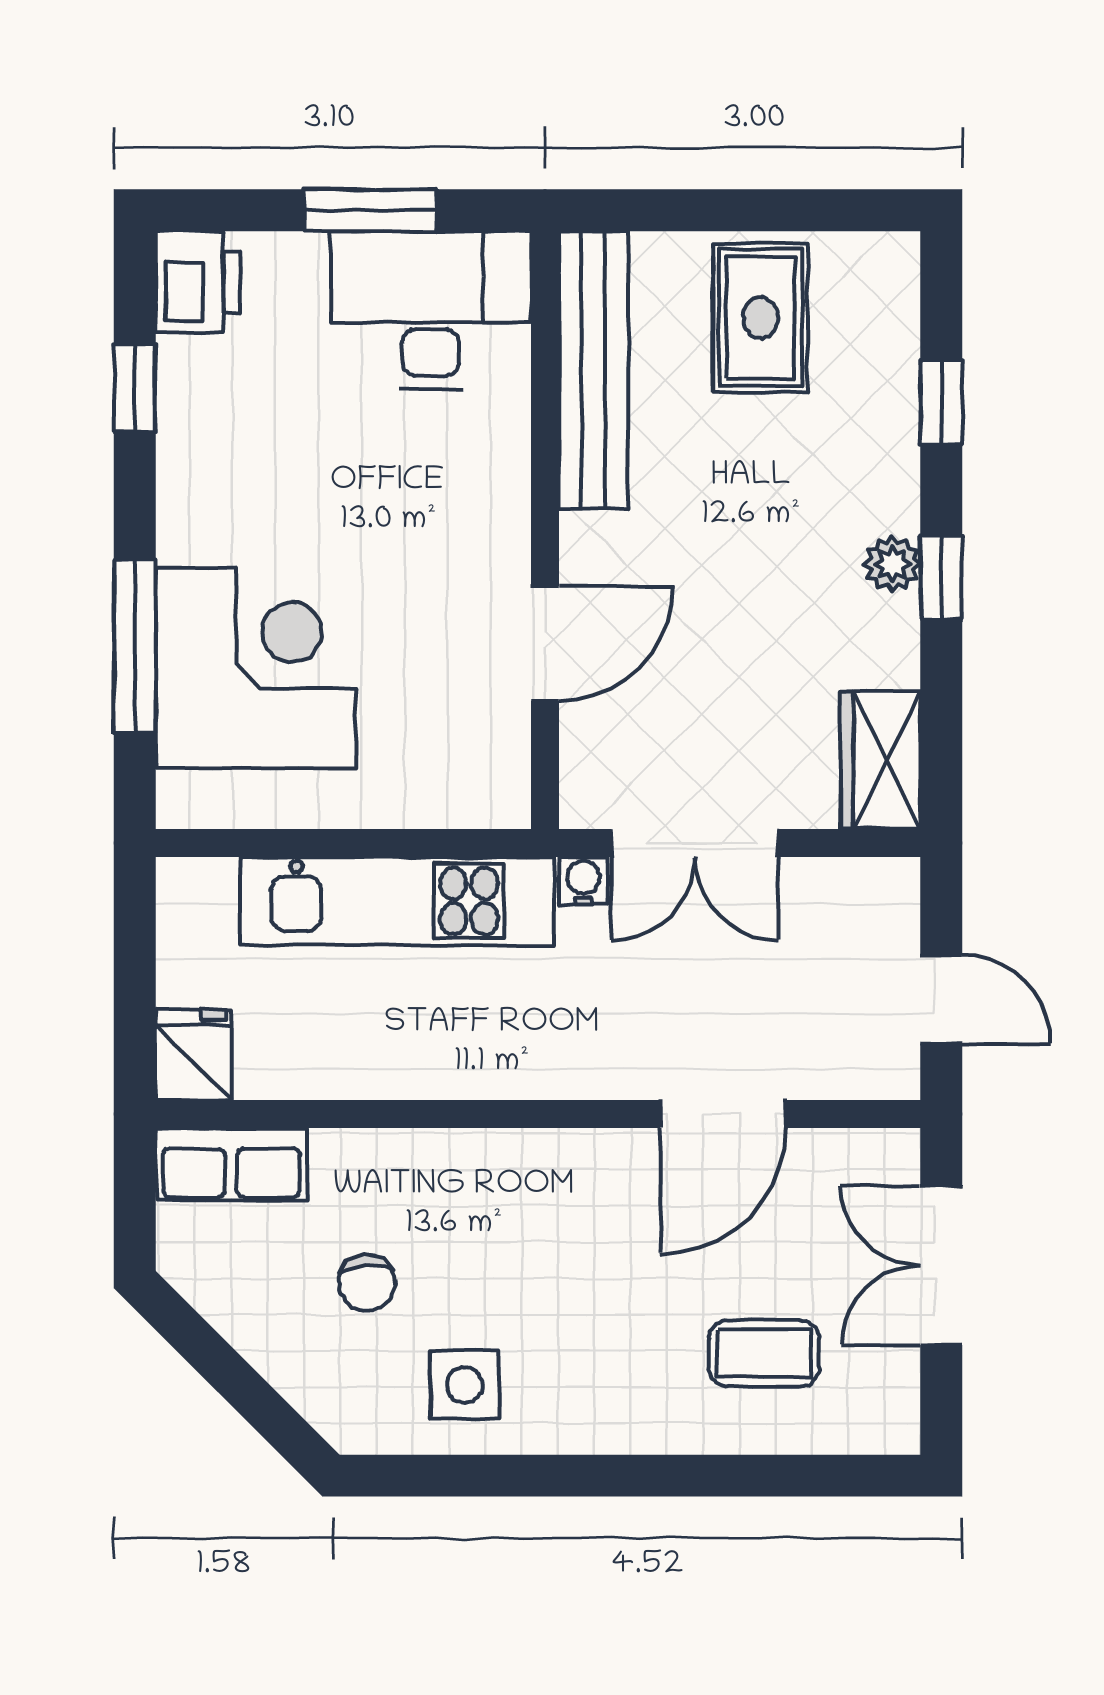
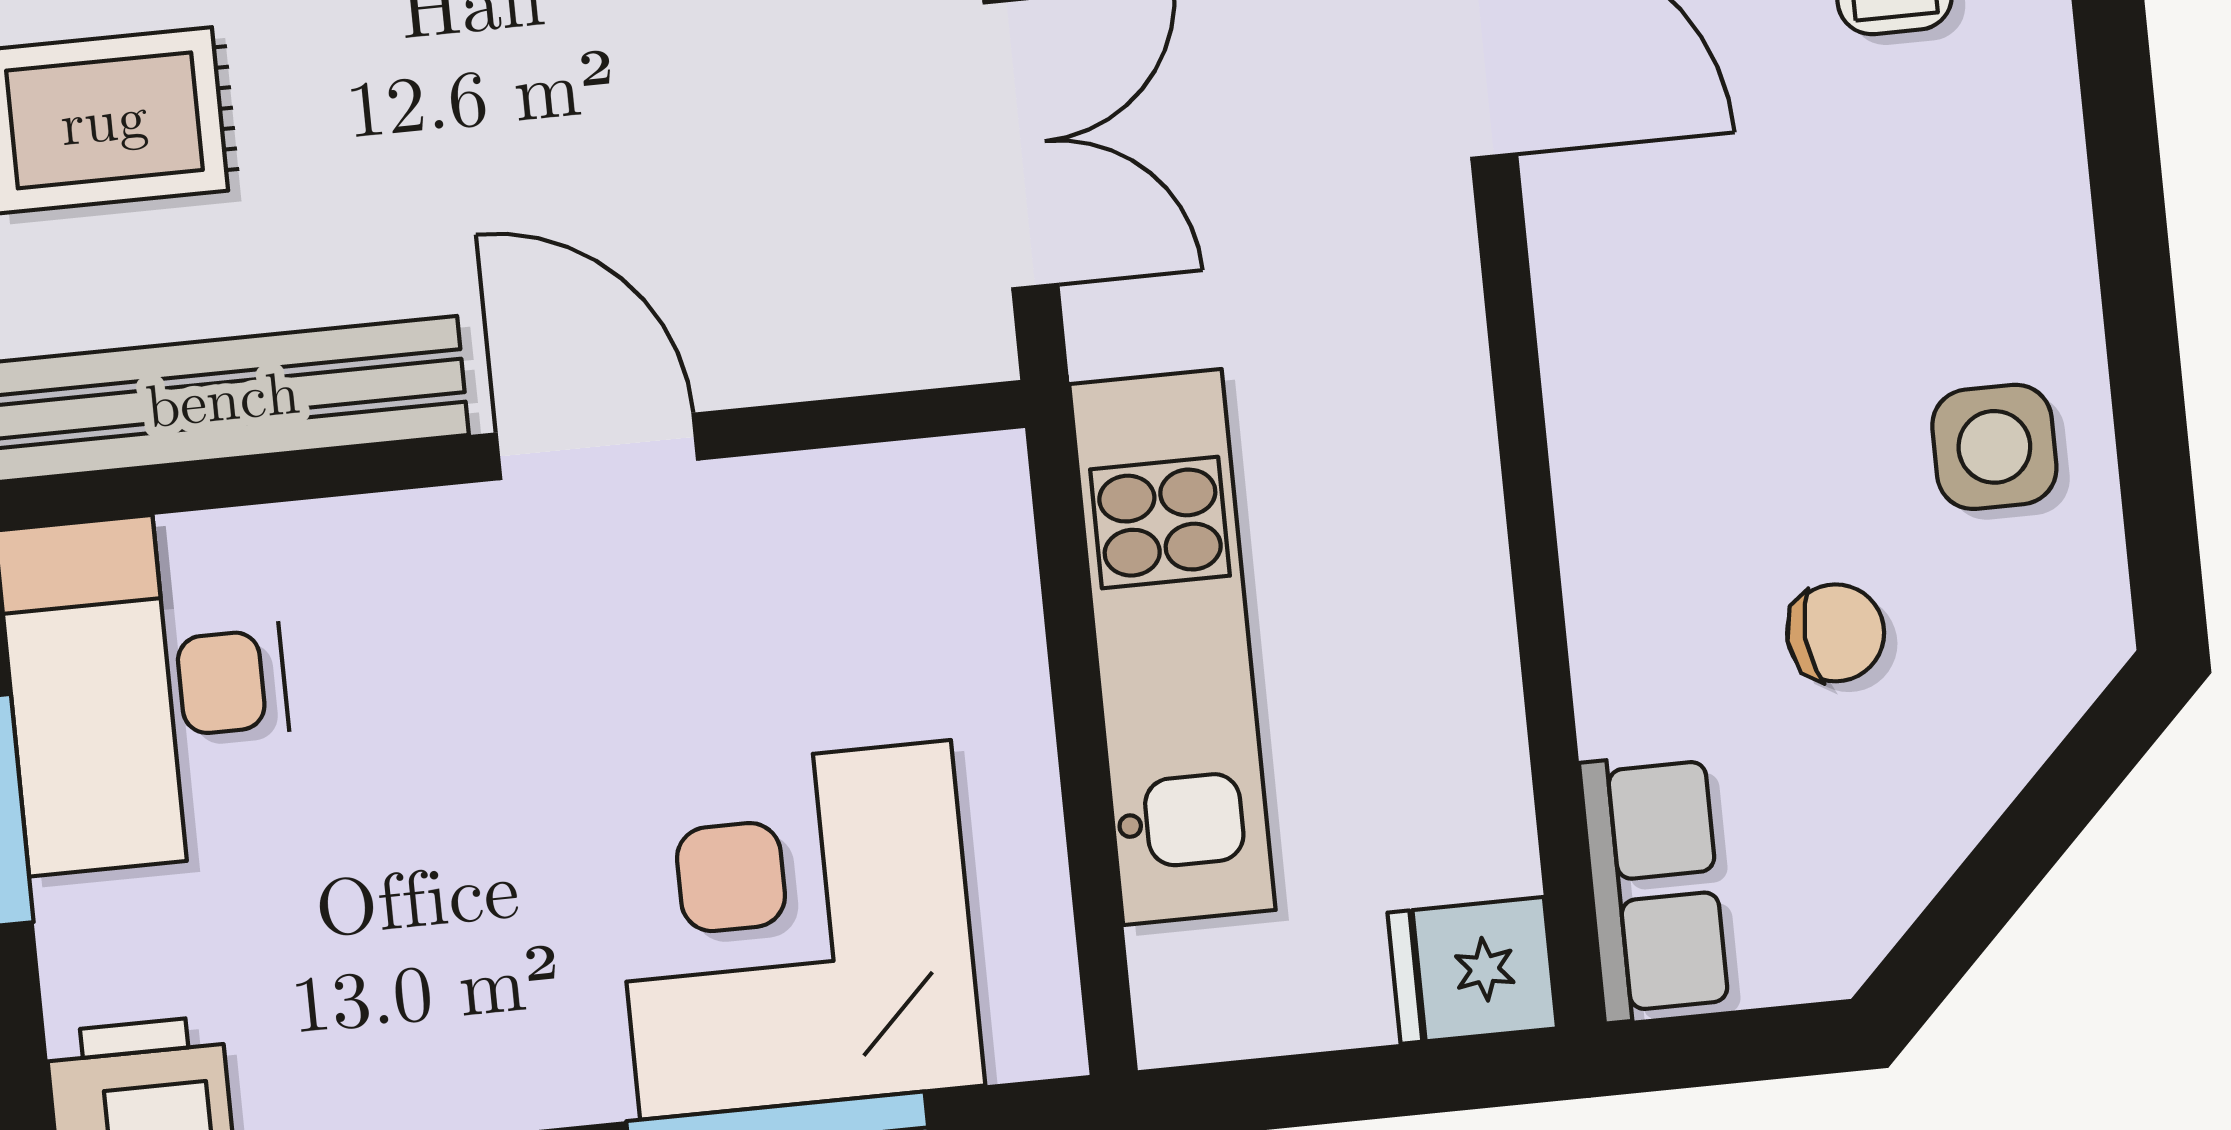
door: (545, 644) -> (597, 446), moved
water cooler: (583, 881) -> (1106, 329), removed

